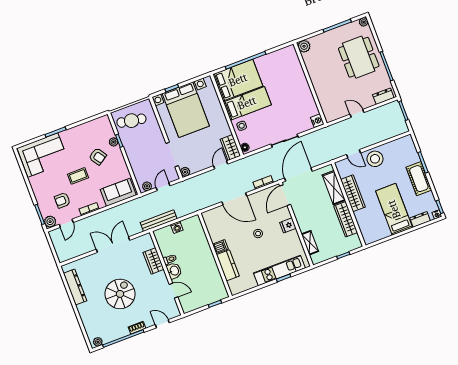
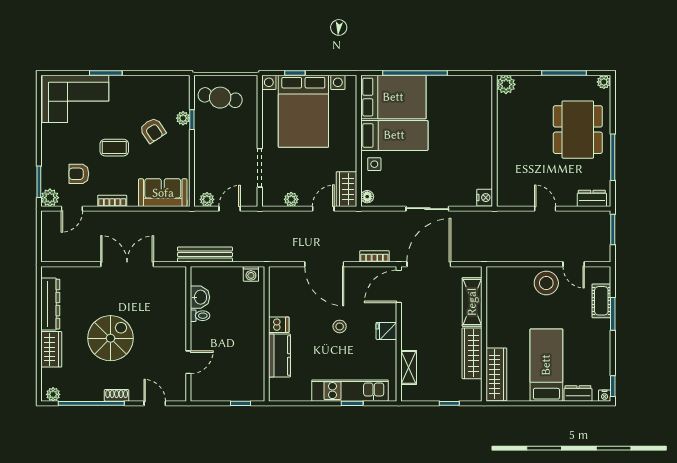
door: (354, 154) -> (574, 264), moved
plant: (185, 172) -> (291, 199), moved
cot: (419, 179) -> (601, 301), moved, width x0.73, depth x0.75
wardrobe: (353, 193) -> (496, 374), moved
washing machine: (177, 227) -> (251, 274), moved
wardrobe: (153, 261) -> (51, 349), moved, turned 180
washbasin: (174, 271) -> (200, 297), moved
door: (173, 291) -> (188, 362), hinge flipped

